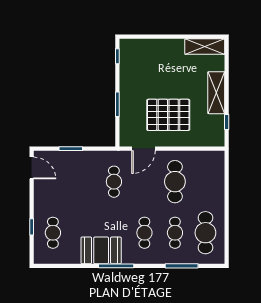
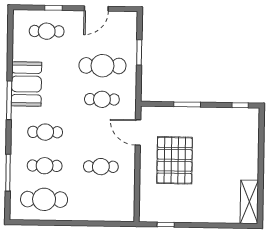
shelving: (216, 93) -> (198, 214), removed
door: (32, 168) -> (96, 9), moved
cafe table: (83, 182) -> (102, 66), added
cafe table: (175, 182) -> (101, 167), width x0.73, depth x0.74

